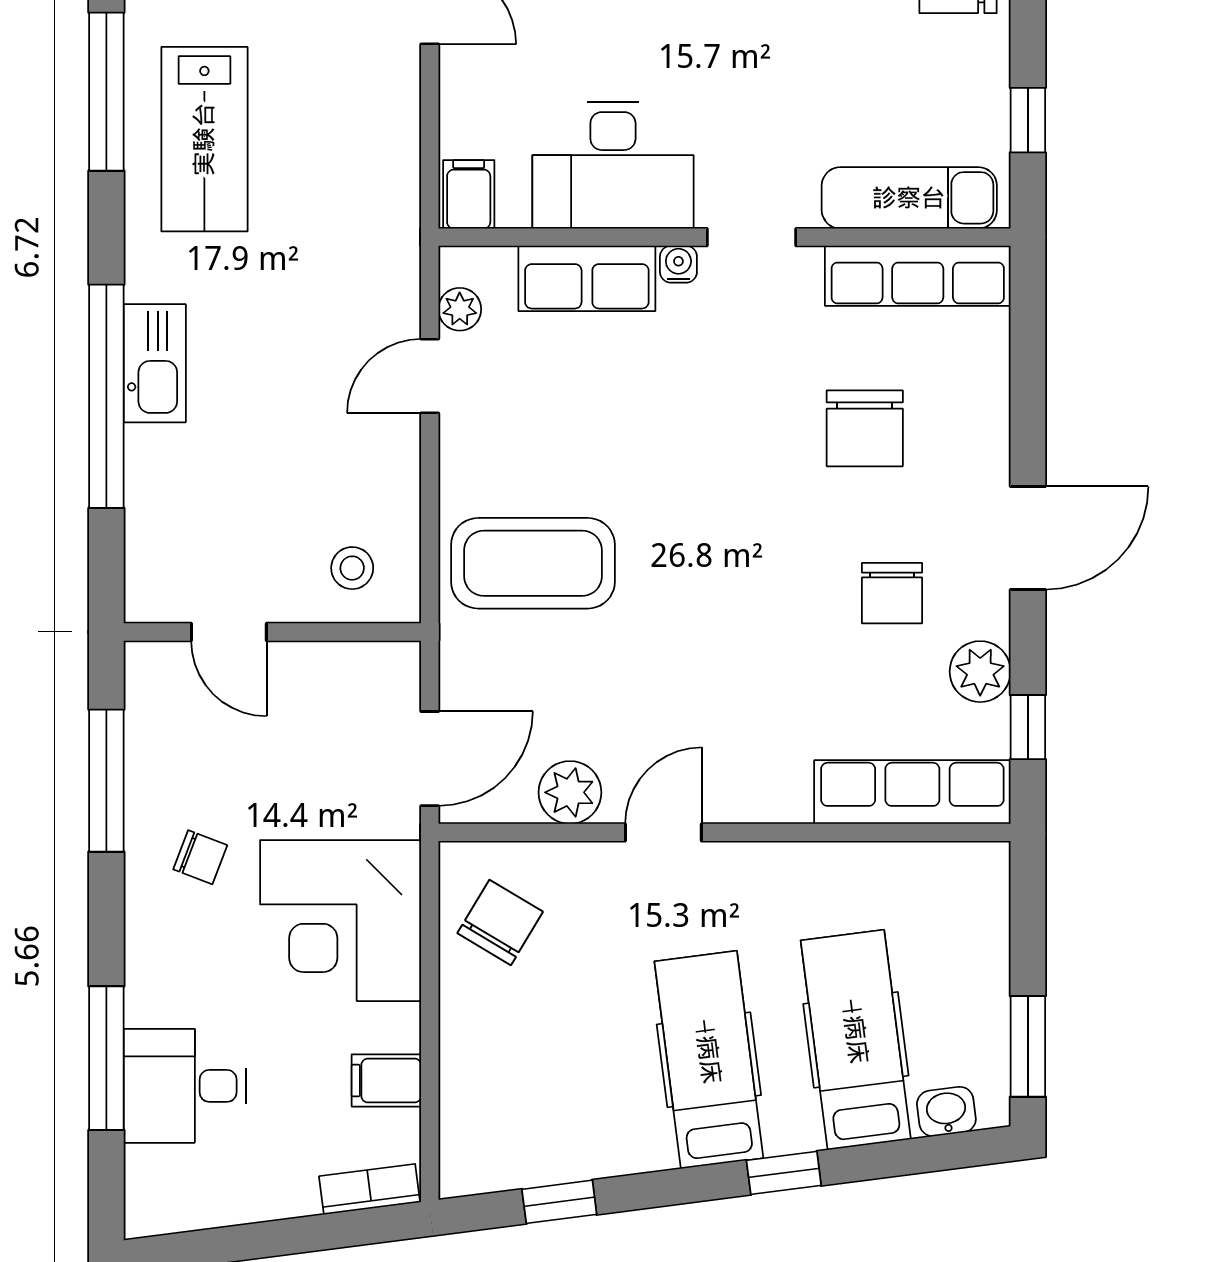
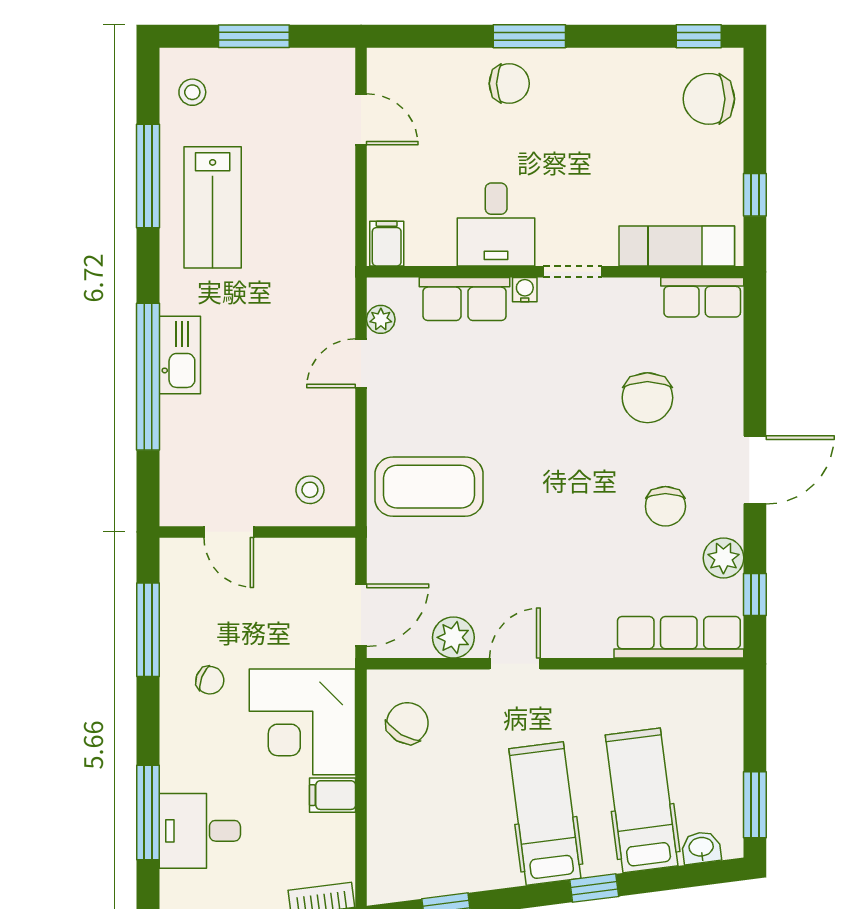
desk: (613, 165) -> (496, 224), width x0.73
row of seats: (918, 276) -> (702, 297), width x0.68
filing cabinet: (386, 1081) -> (332, 795), moved

